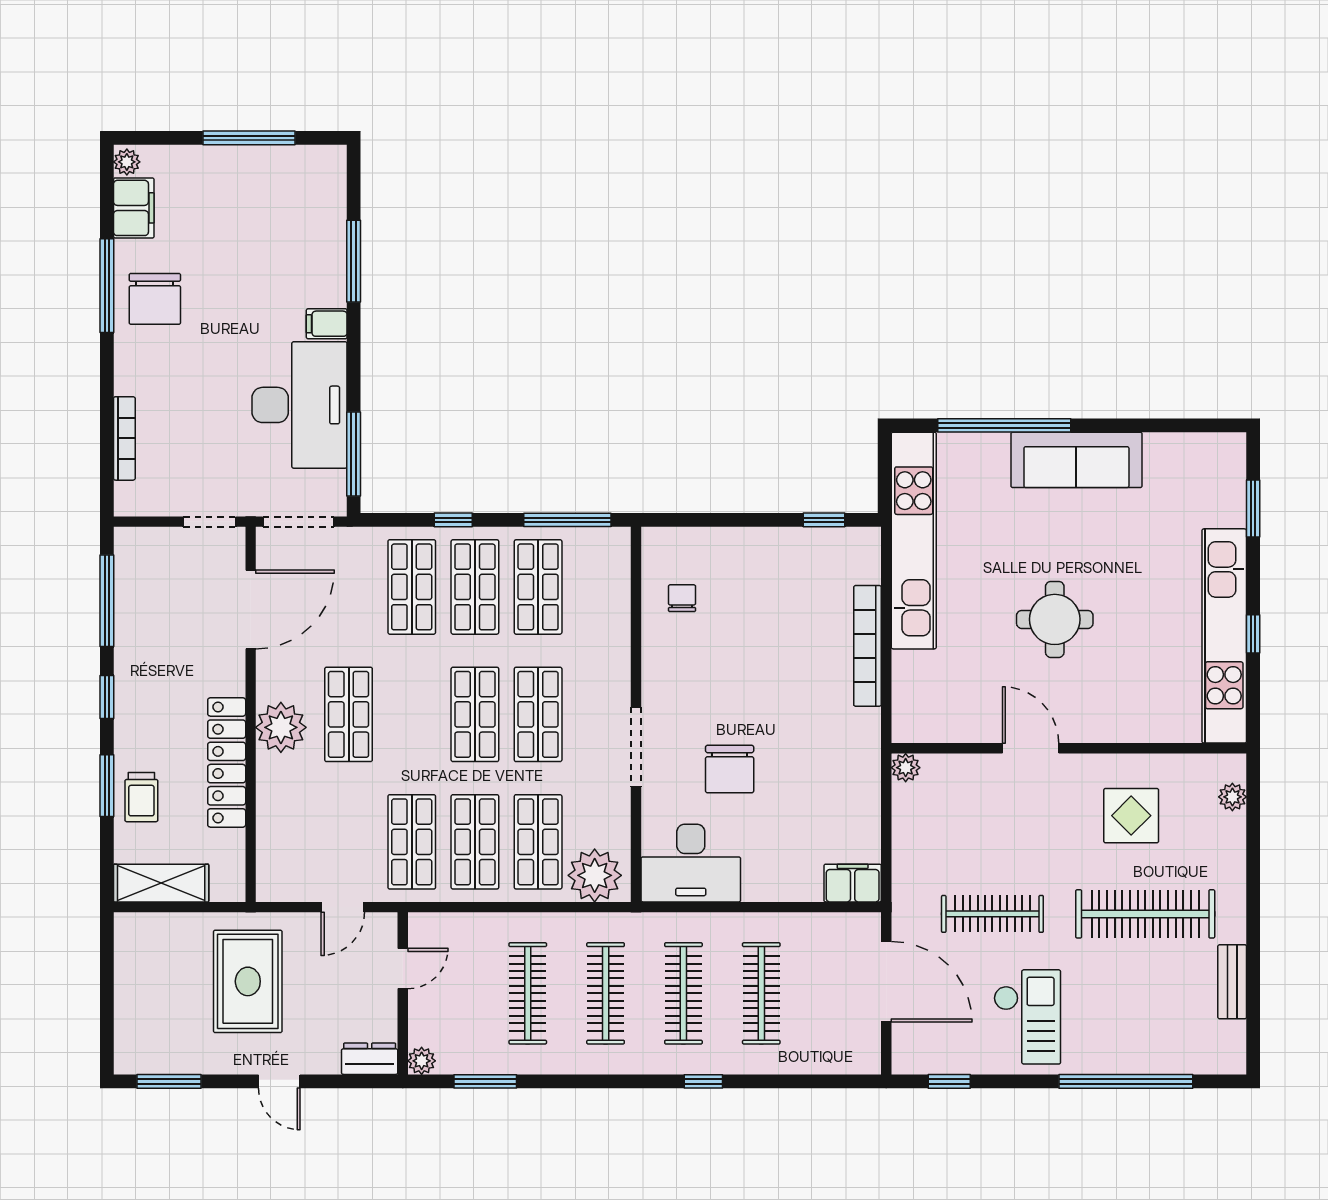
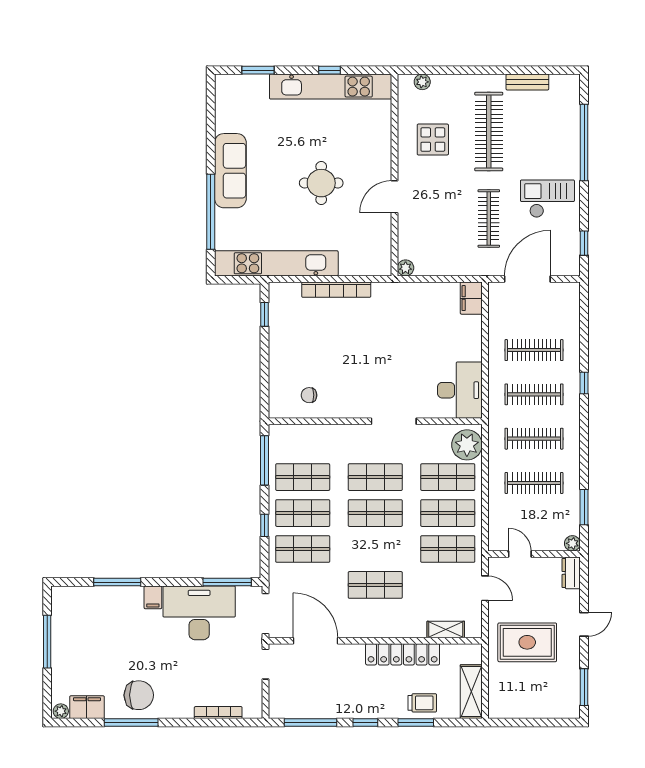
plant: (281, 727) -> (383, 623), removed
chair: (730, 769) -> (406, 368), removed
shelving: (270, 838) -> (446, 629), added

